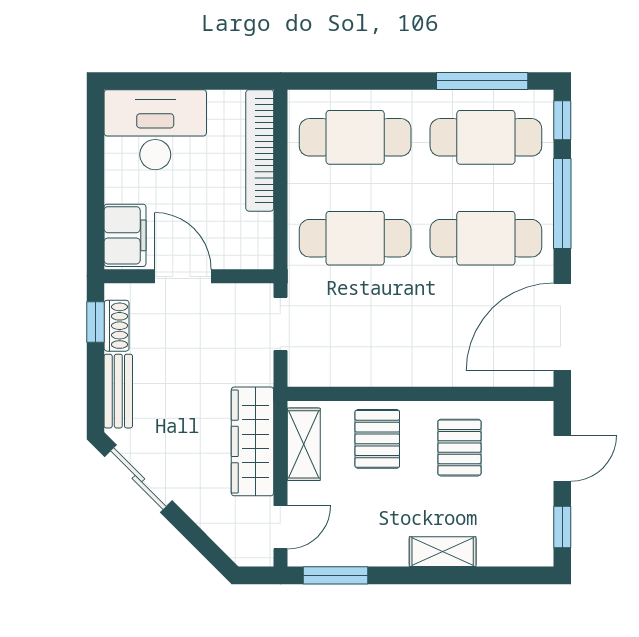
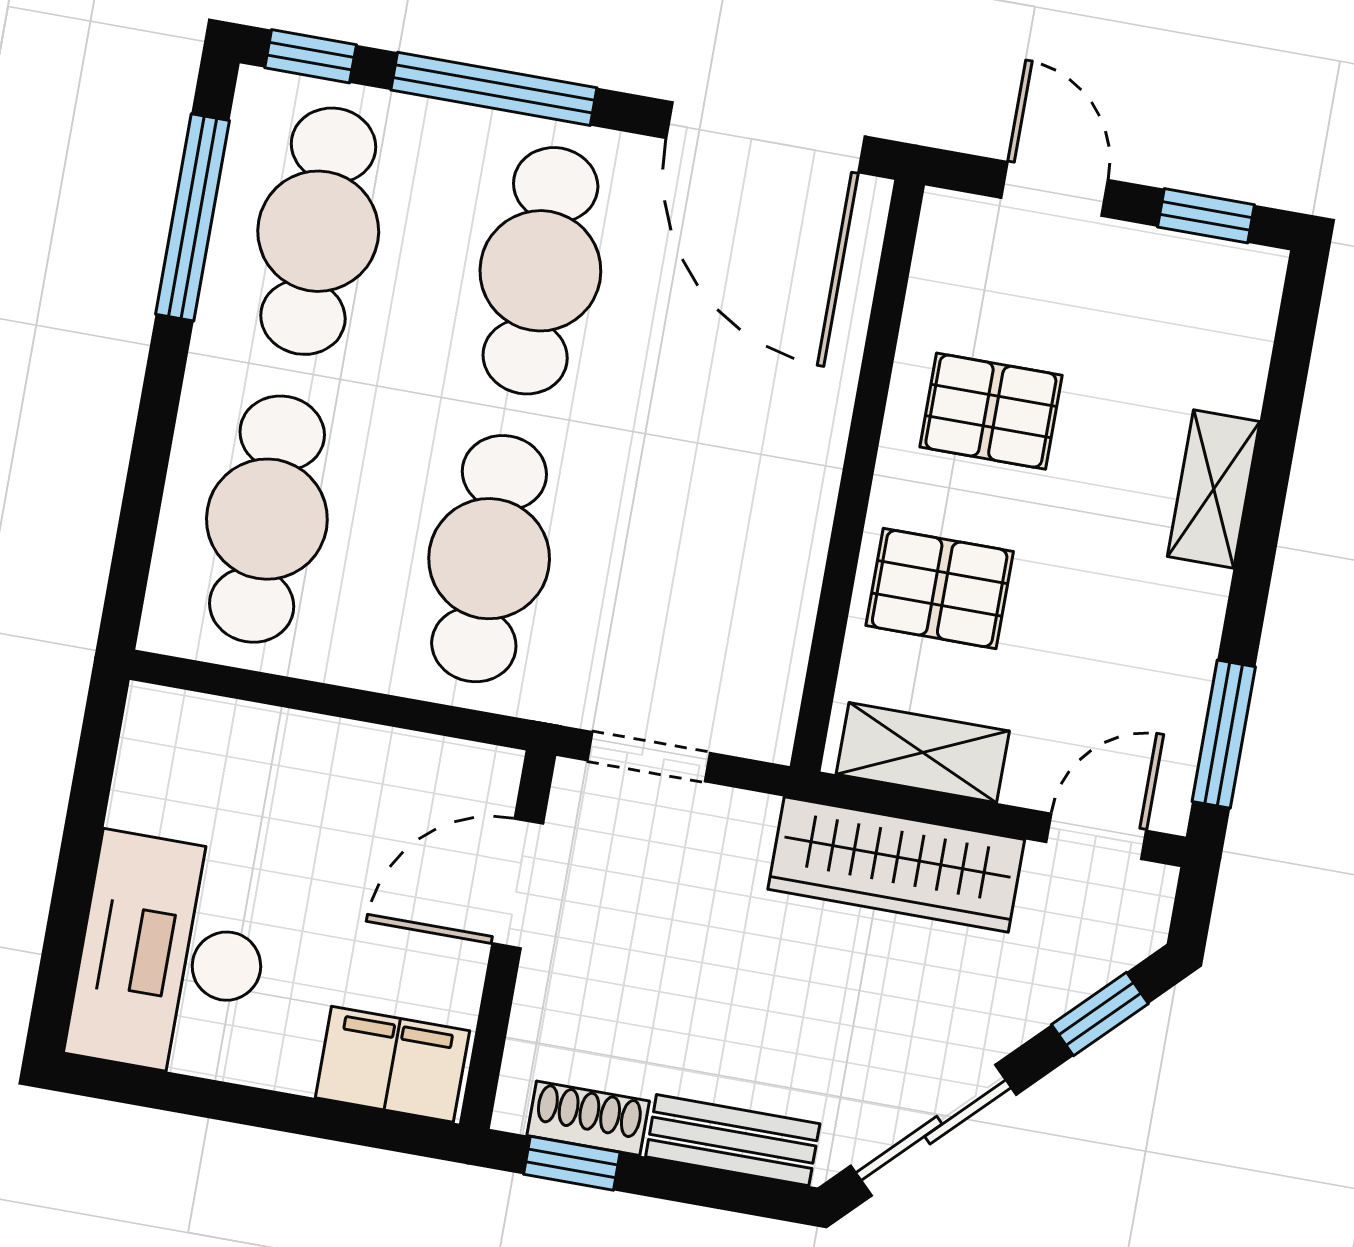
bookcase: (260, 150) -> (258, 734), removed
door: (183, 276) -> (518, 884), moved
door: (280, 527) -> (1096, 836), hinge flipped
window: (203, 543) -> (1100, 1014), added

